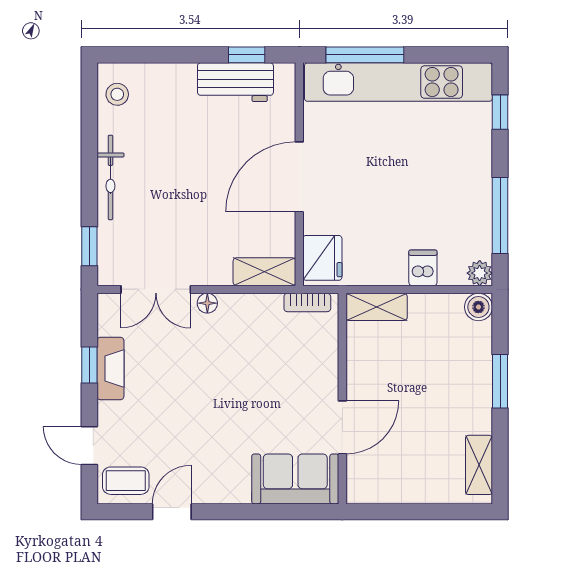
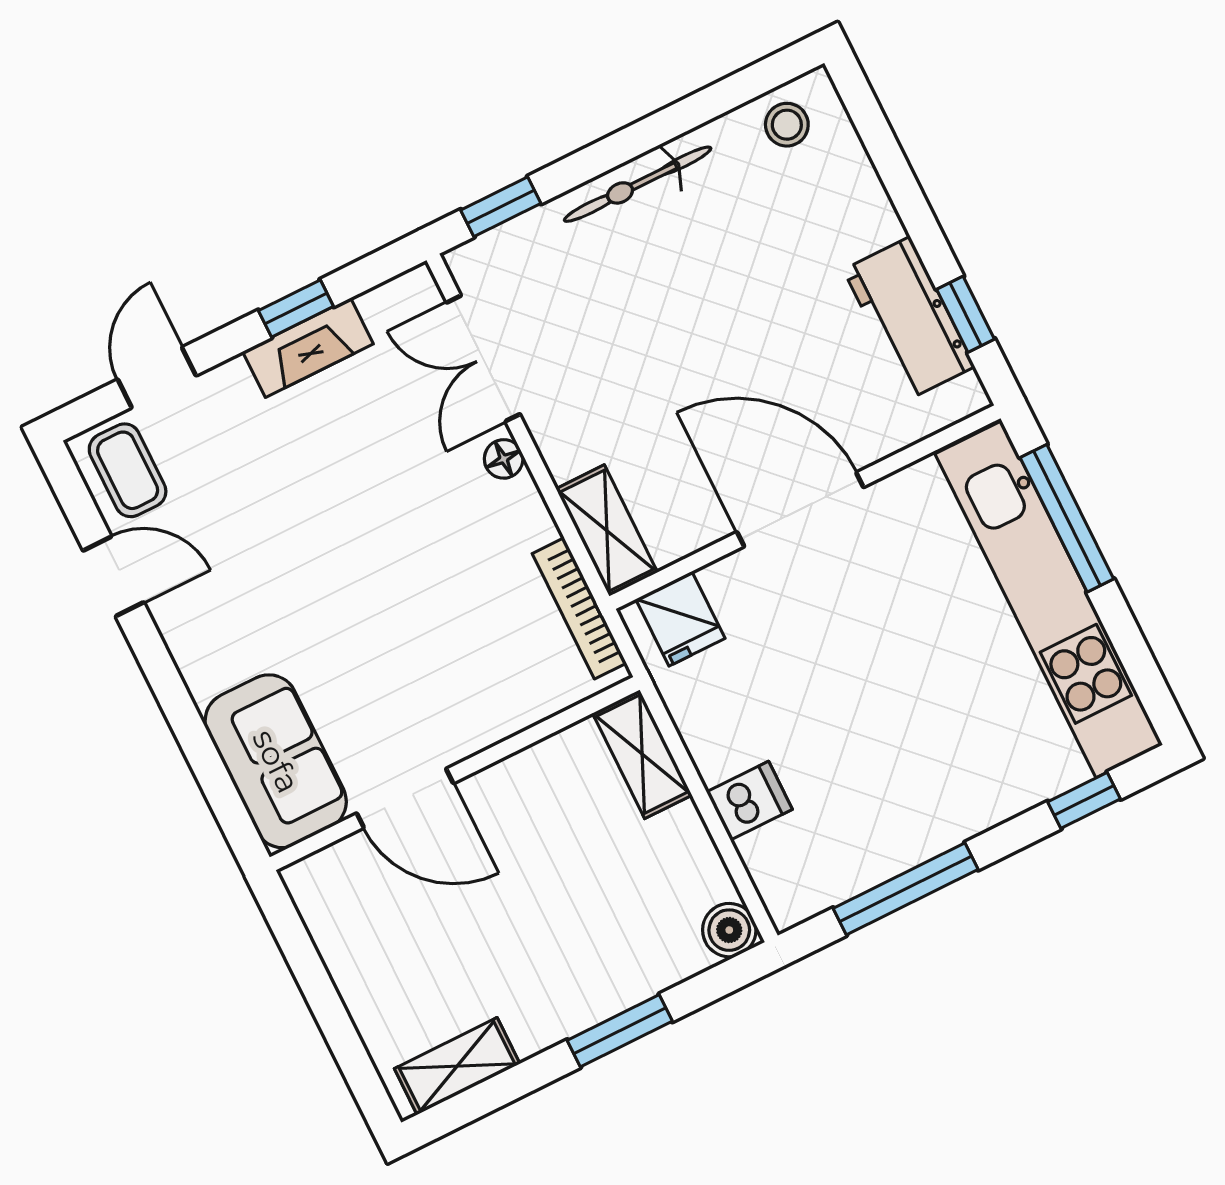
fridge: (322, 258) -> (680, 619), width x0.72
plant: (480, 273) -> (789, 903), removed
bookcase: (307, 302) -> (579, 608), width x1.56

